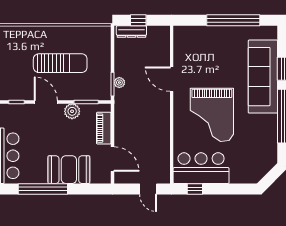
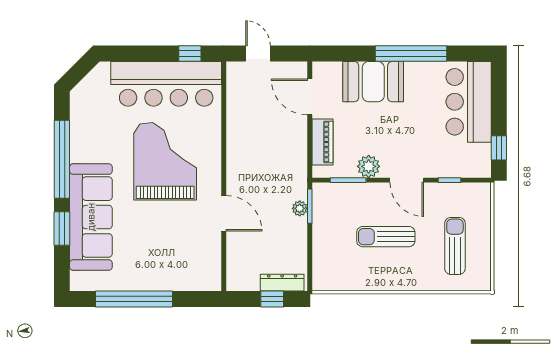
sun lounger: (13, 57) -> (455, 246), added
sun lounger: (60, 63) -> (386, 237), width x0.73, depth x0.75
bar counter: (201, 168) -> (166, 84), width x1.36

